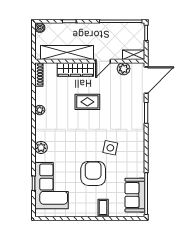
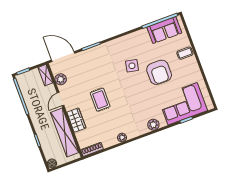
door: (103, 61) -> (61, 99), swing flipped
wardrobe: (75, 69) -> (76, 120), width x0.67
armchair: (93, 173) -> (159, 72), turned -90

